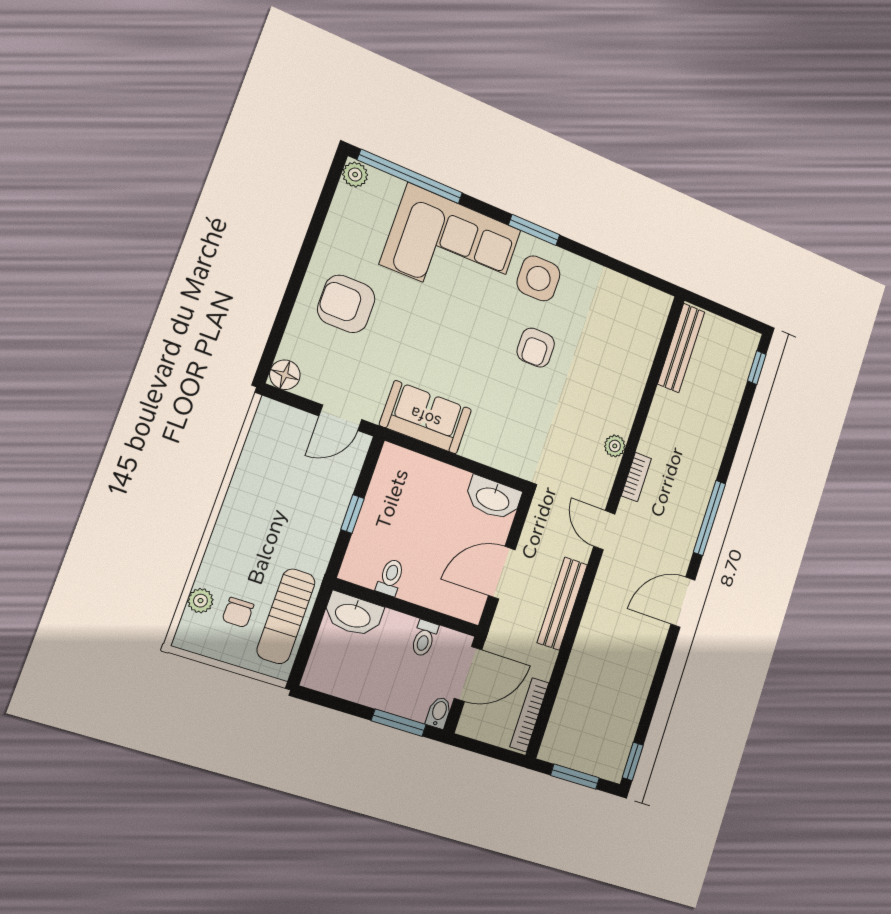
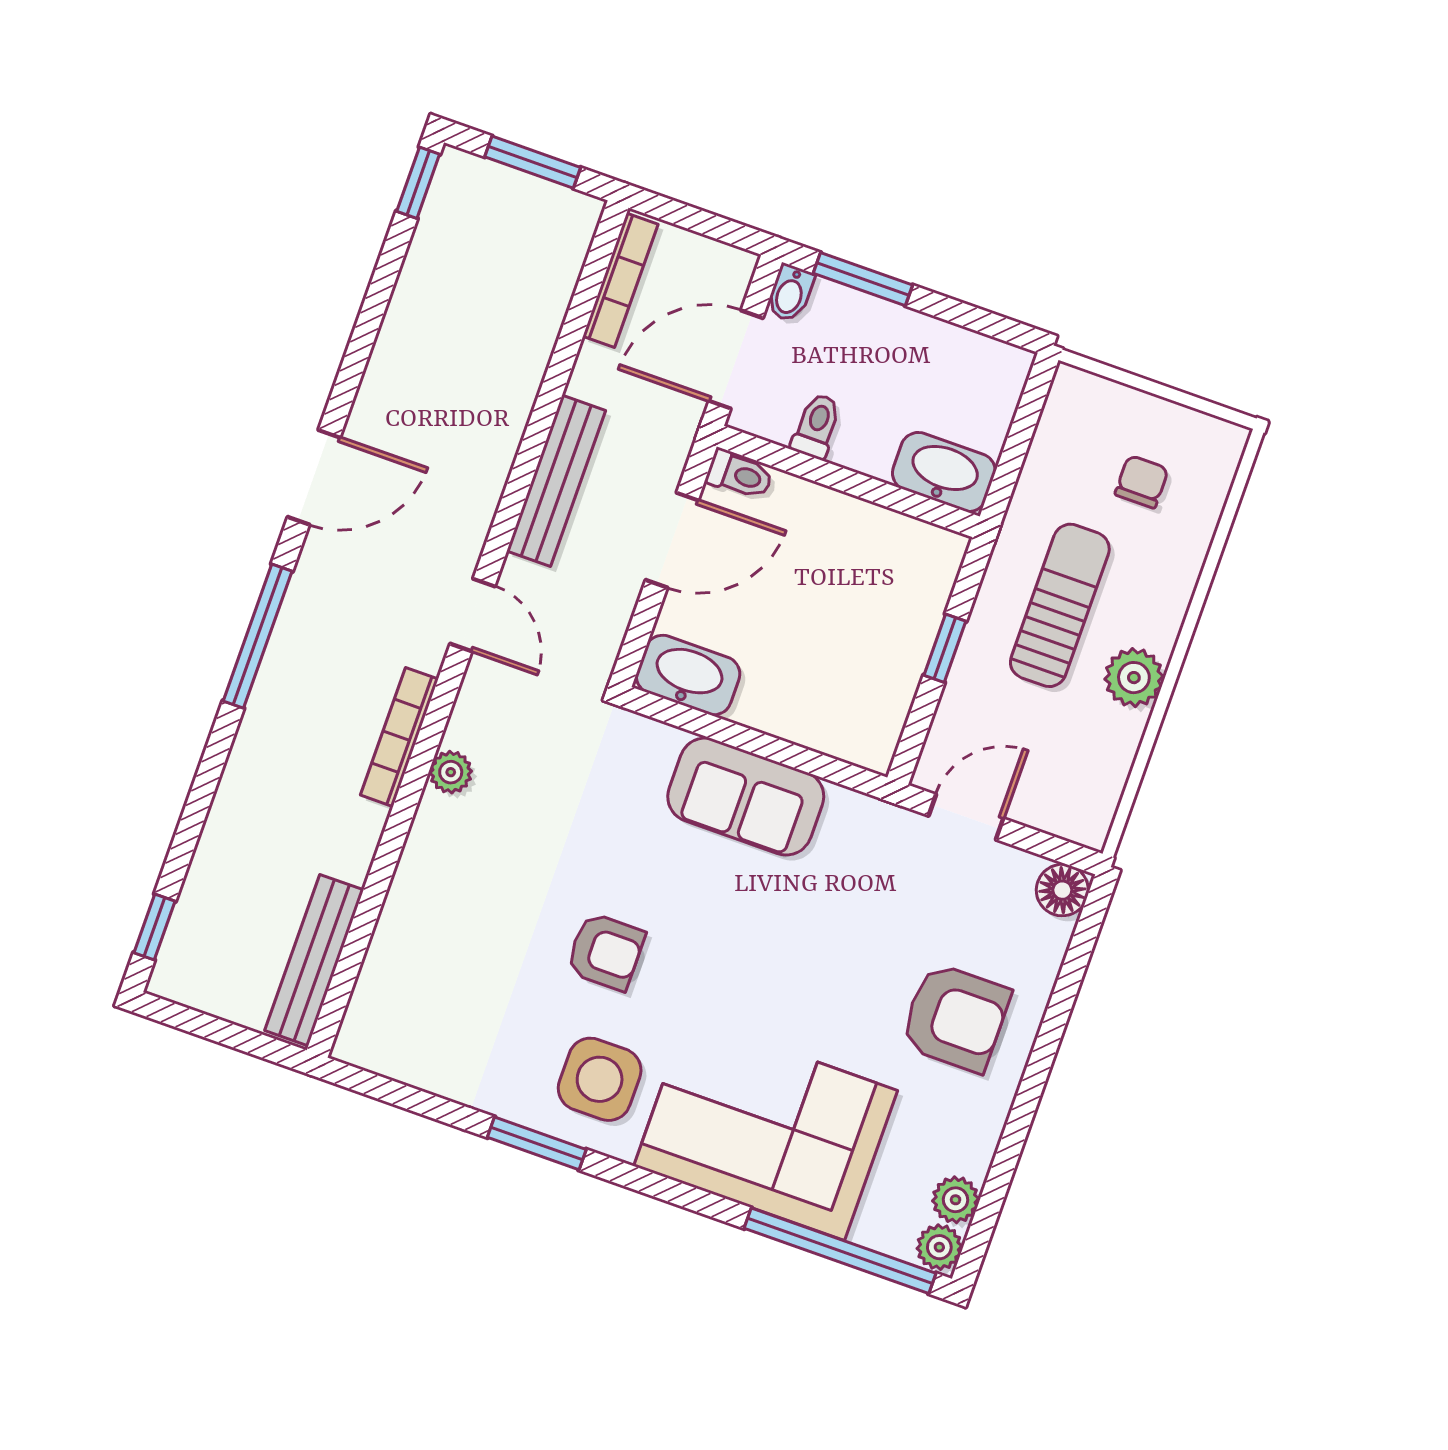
plant: (346, 201) -> (956, 1200), added
window: (534, 230) -> (537, 1143), moved
armchair: (536, 348) -> (605, 952), turned 90
sofa: (426, 417) -> (746, 796), moved
bookcase: (636, 477) -> (399, 737), width x1.56
toilet: (390, 577) -> (740, 475), moved, turned -90
plant: (200, 601) -> (1134, 678), moved, width x1.38, depth x1.38
sun lounger: (286, 616) -> (1060, 605), moved

